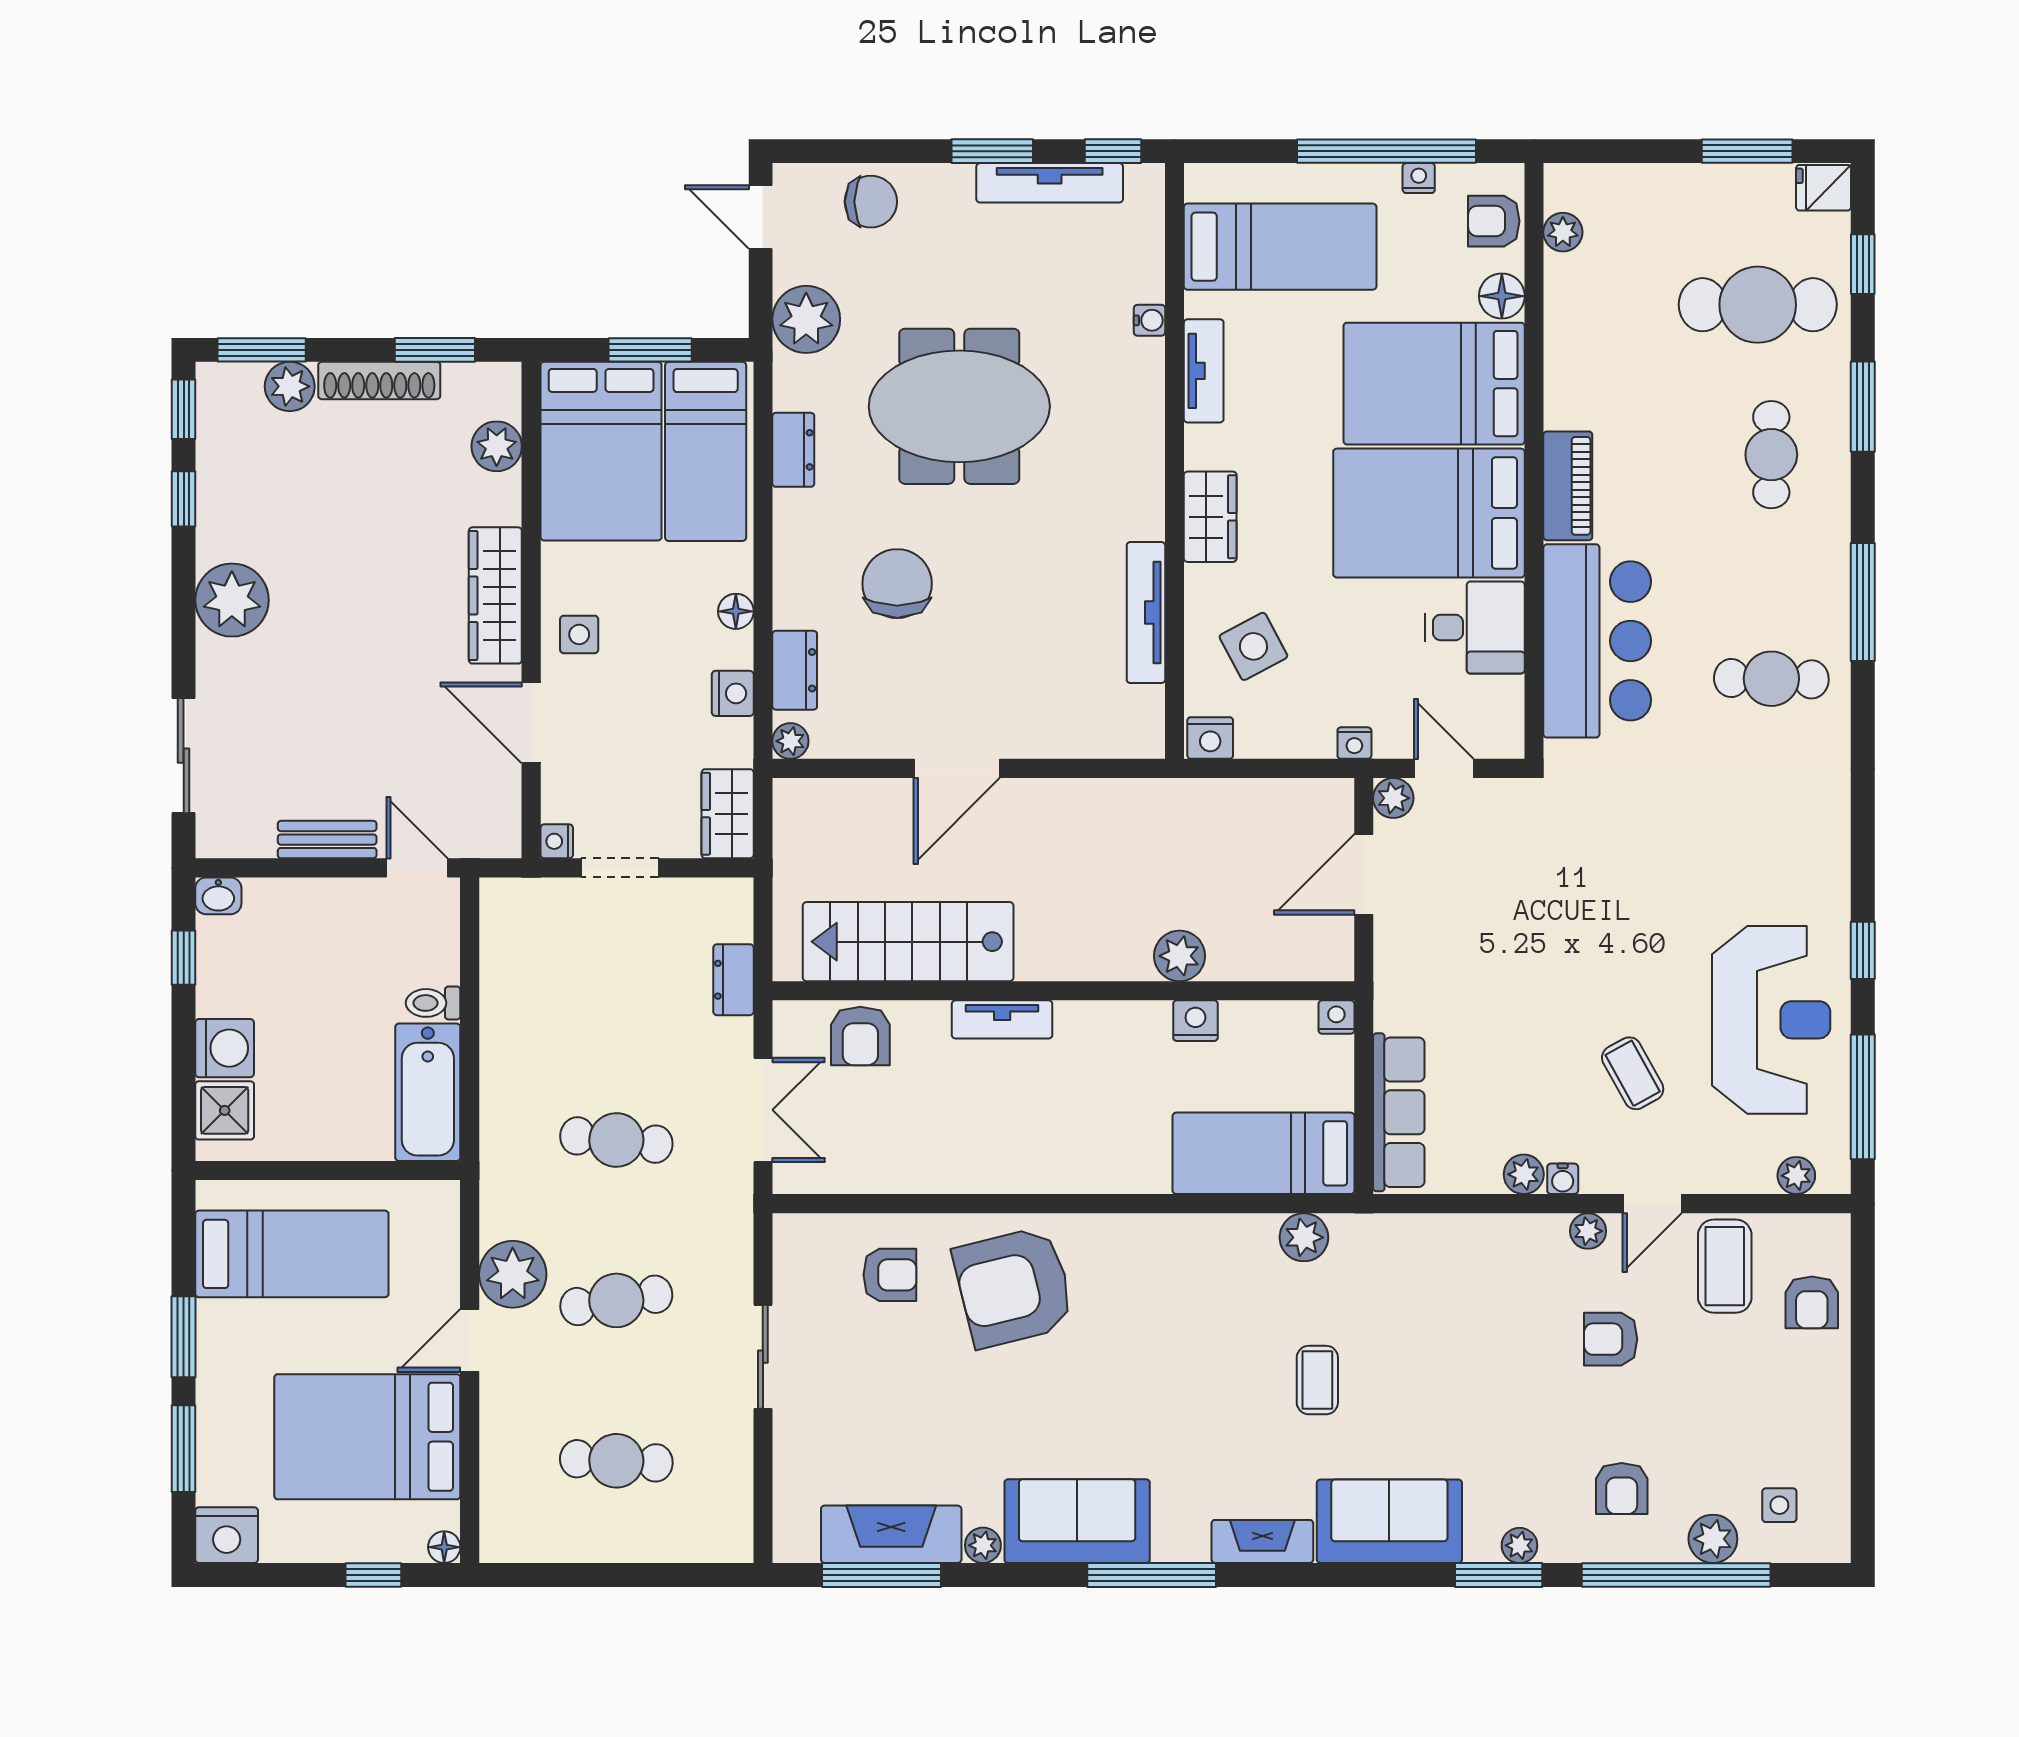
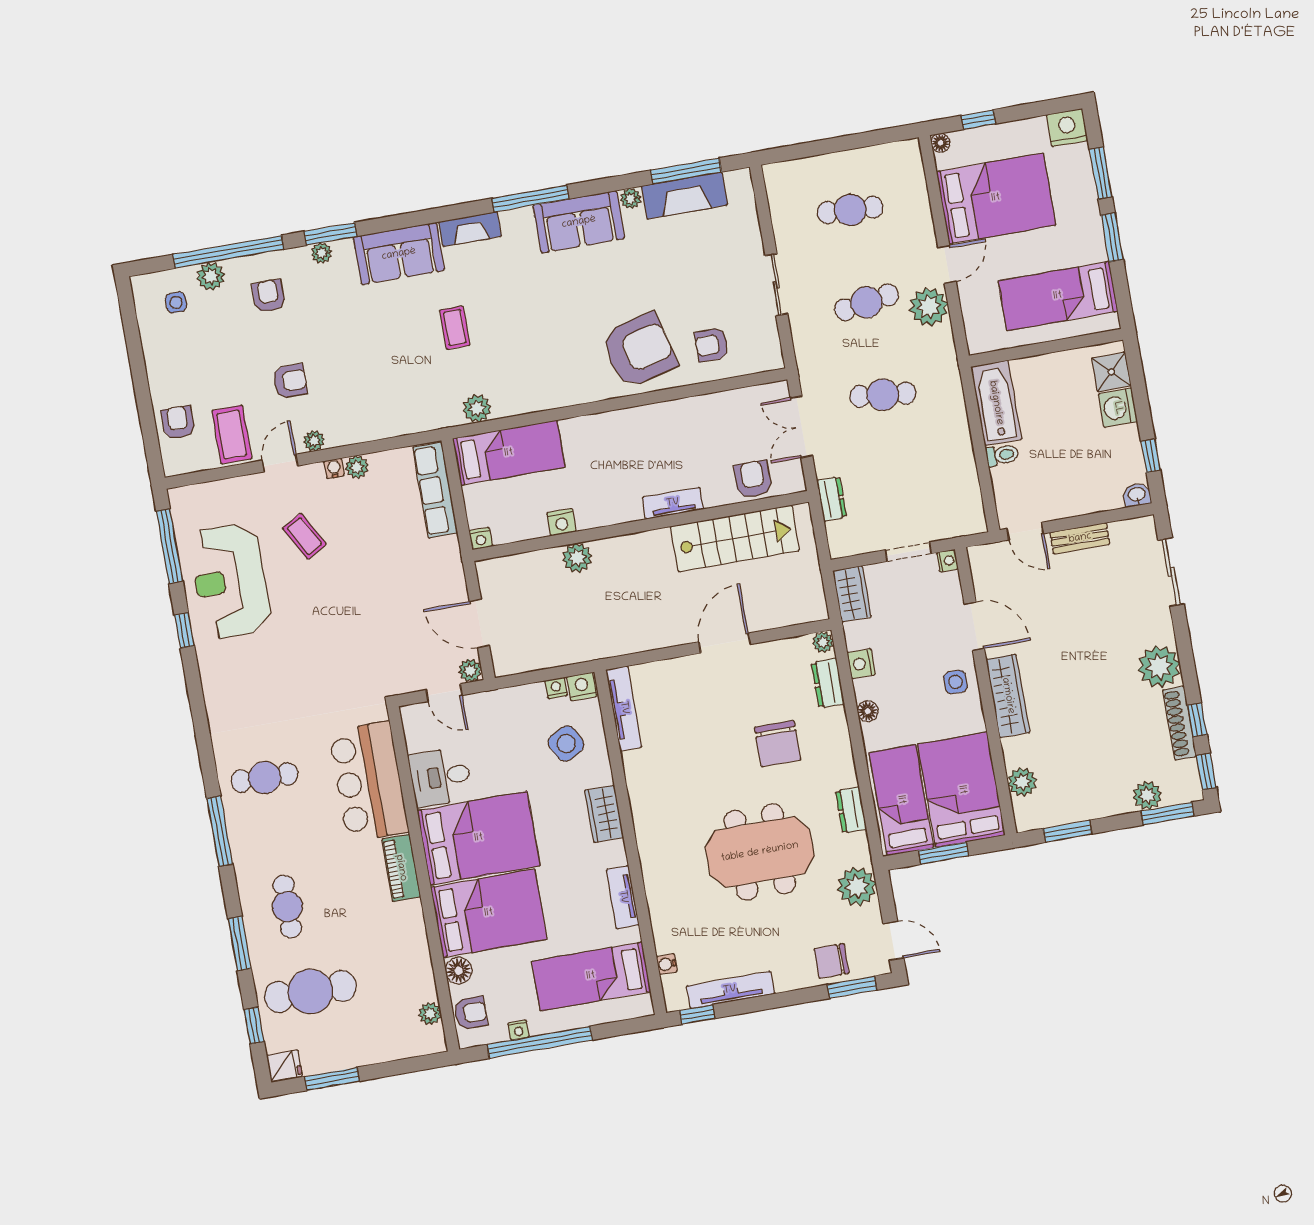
window: (992, 151) -> (852, 987), moved
water cooler: (1149, 320) -> (667, 964), moved
shoe rack: (379, 380) -> (1180, 723), moved, turned -90
tv unit: (1146, 613) -> (624, 708), moved
nightstand: (1354, 743) -> (556, 688), moved
door: (1364, 874) -> (479, 624), swing flipped
plant: (1796, 1176) -> (200, 494), removed

